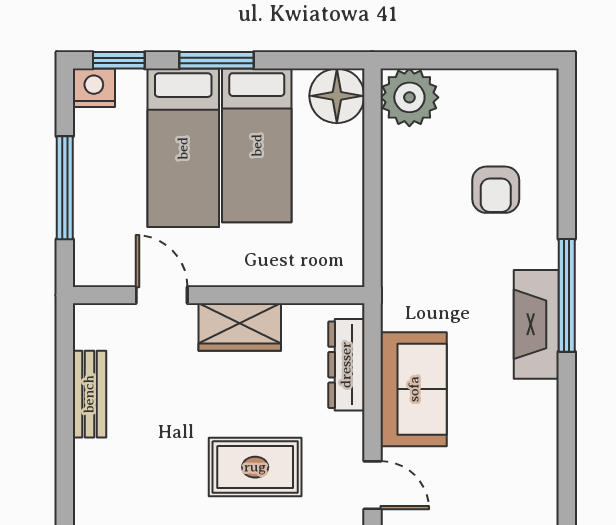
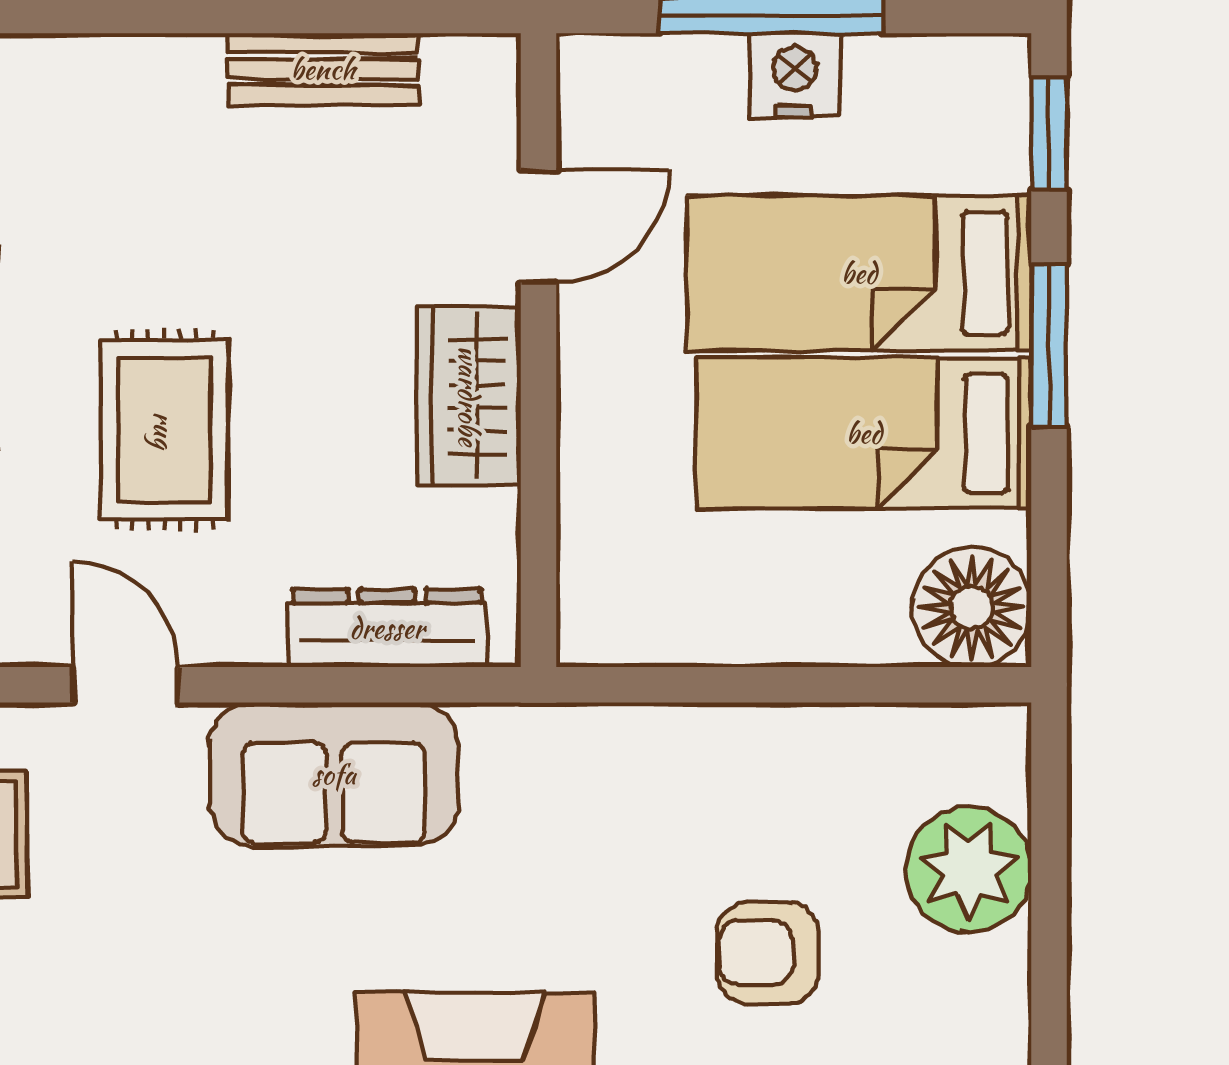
nightstand: (94, 88) -> (795, 75), moved, turned -90
plant: (409, 97) -> (969, 870), moved
door: (372, 485) -> (125, 685), swing flipped

